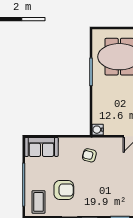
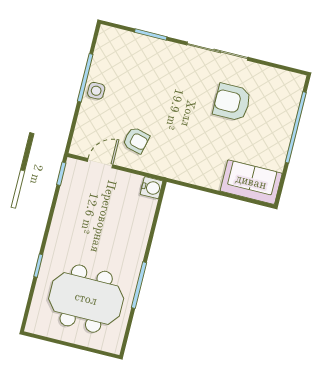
armchair: (89, 155) -> (136, 140), moved
coffee table: (39, 202) -> (279, 93), removed

